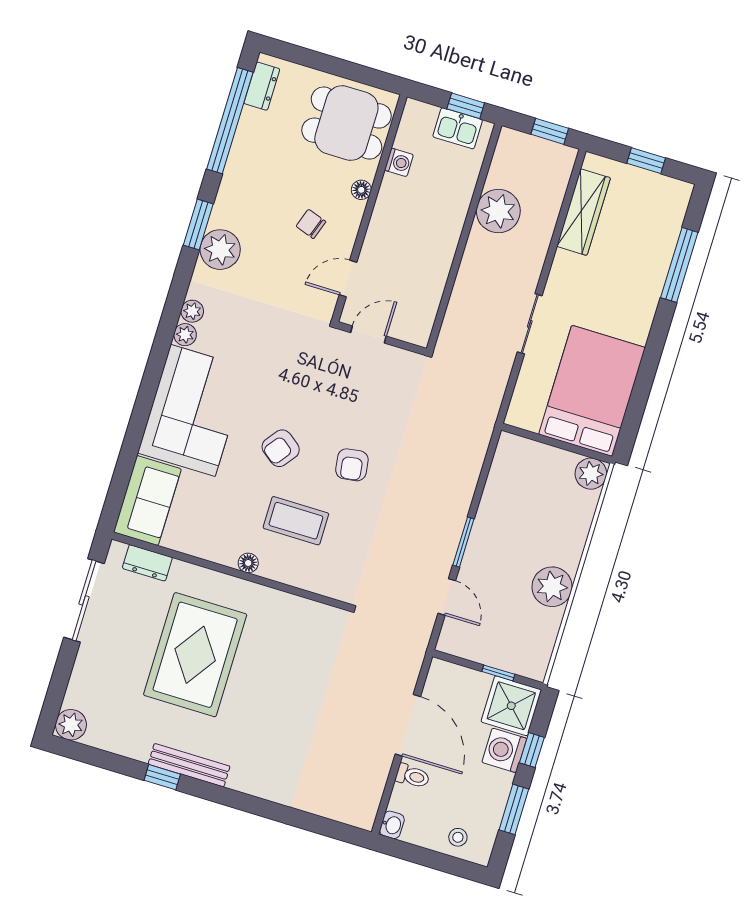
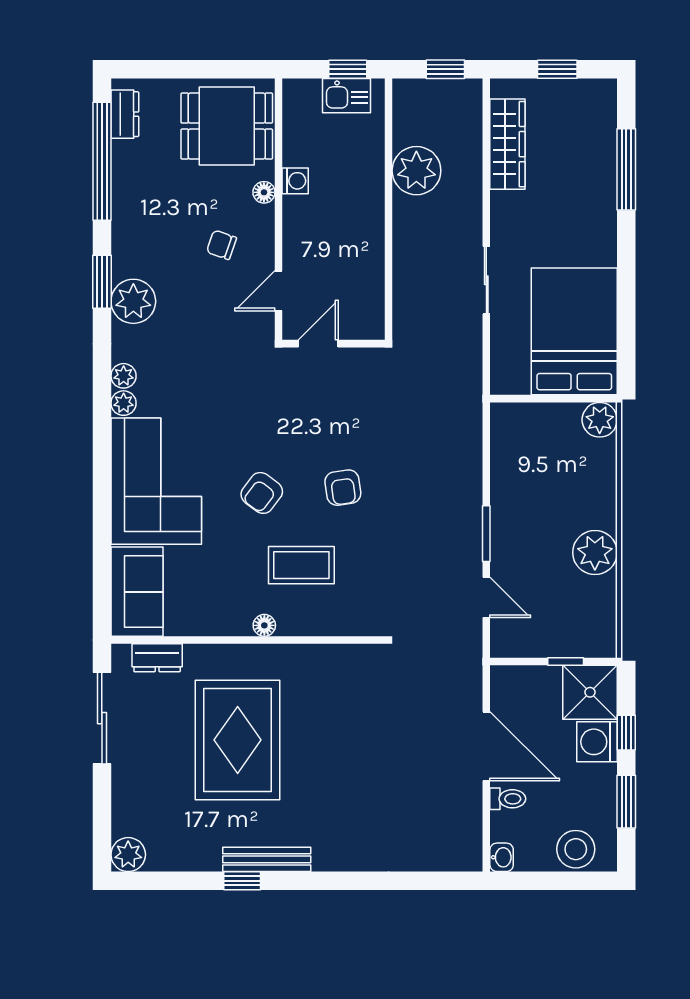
washing machine: (399, 162) -> (295, 181), moved
stool: (458, 837) -> (576, 849), width x1.89, depth x1.89

